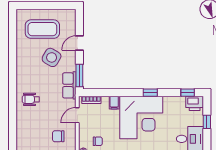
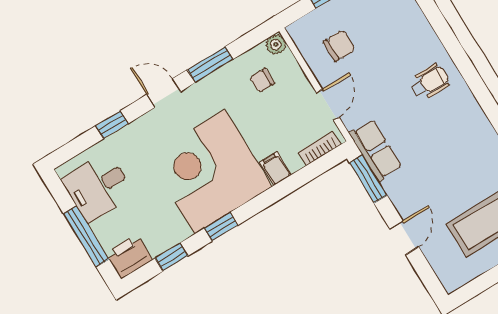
side table: (52, 57) -> (439, 181), removed
window: (188, 93) -> (172, 257), moved
window: (207, 122) -> (86, 236), width x2.17

